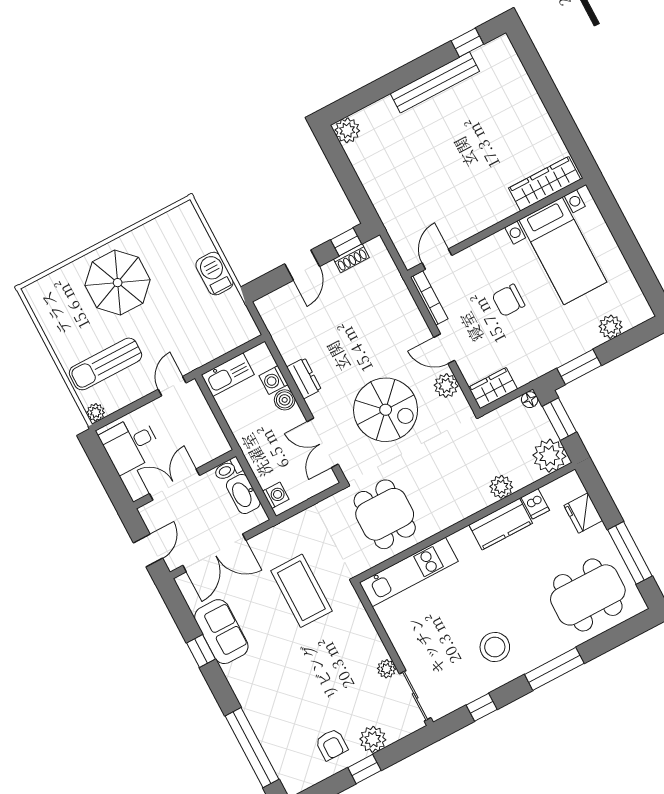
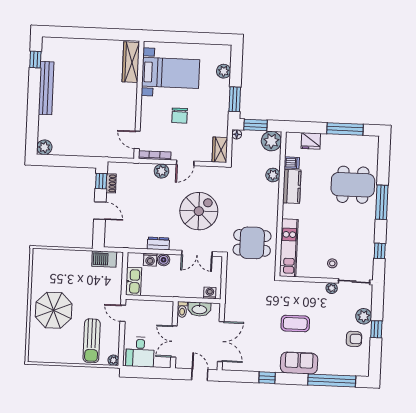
barbecue: (215, 274) -> (104, 259), moved
plant: (446, 386) -> (161, 171), moved
coffee table: (301, 591) -> (295, 324), moved, width x0.73, depth x0.76
dining table: (588, 595) -> (353, 185), moved, turned 90
sofa: (221, 632) -> (299, 363), moved
stool: (495, 647) -> (332, 263), moved, width x0.53, depth x0.53

